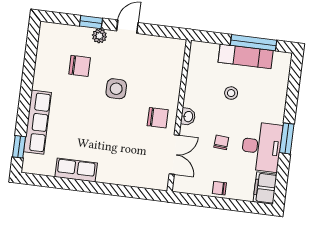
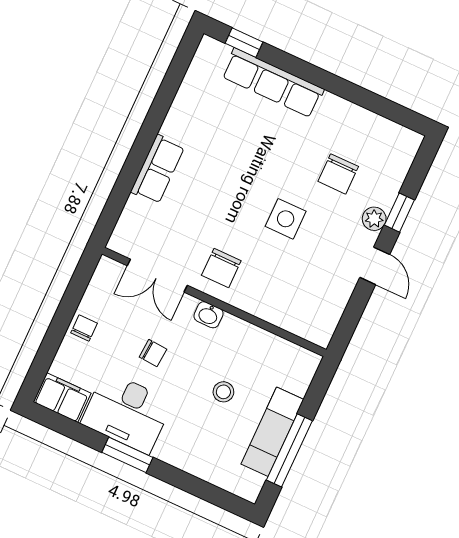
row of seats: (76, 170) -> (158, 169), moved

